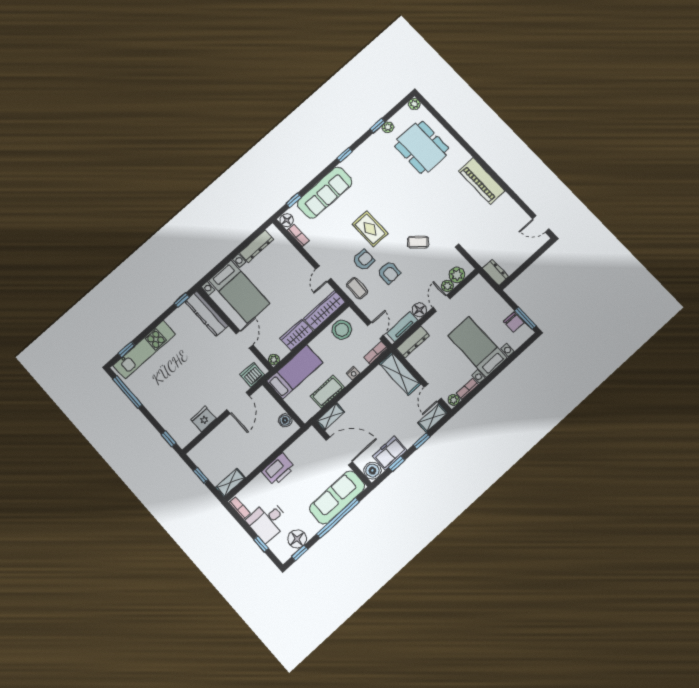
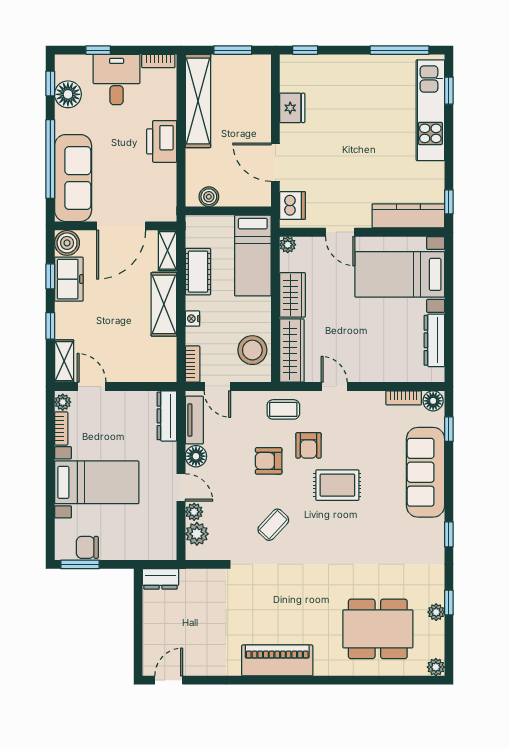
shelving: (400, 374) -> (164, 304), moved, turned 90
window: (201, 475) -> (233, 50), width x1.50
shelving: (230, 483) -> (198, 101), width x2.20, depth x1.33

